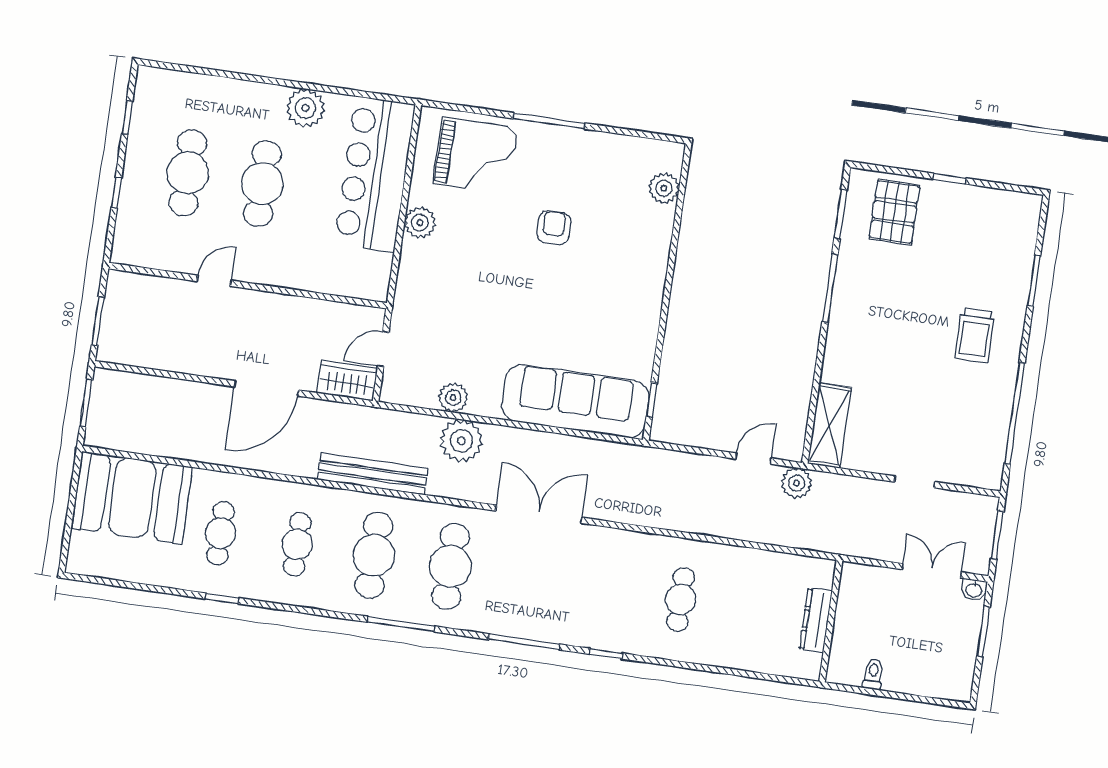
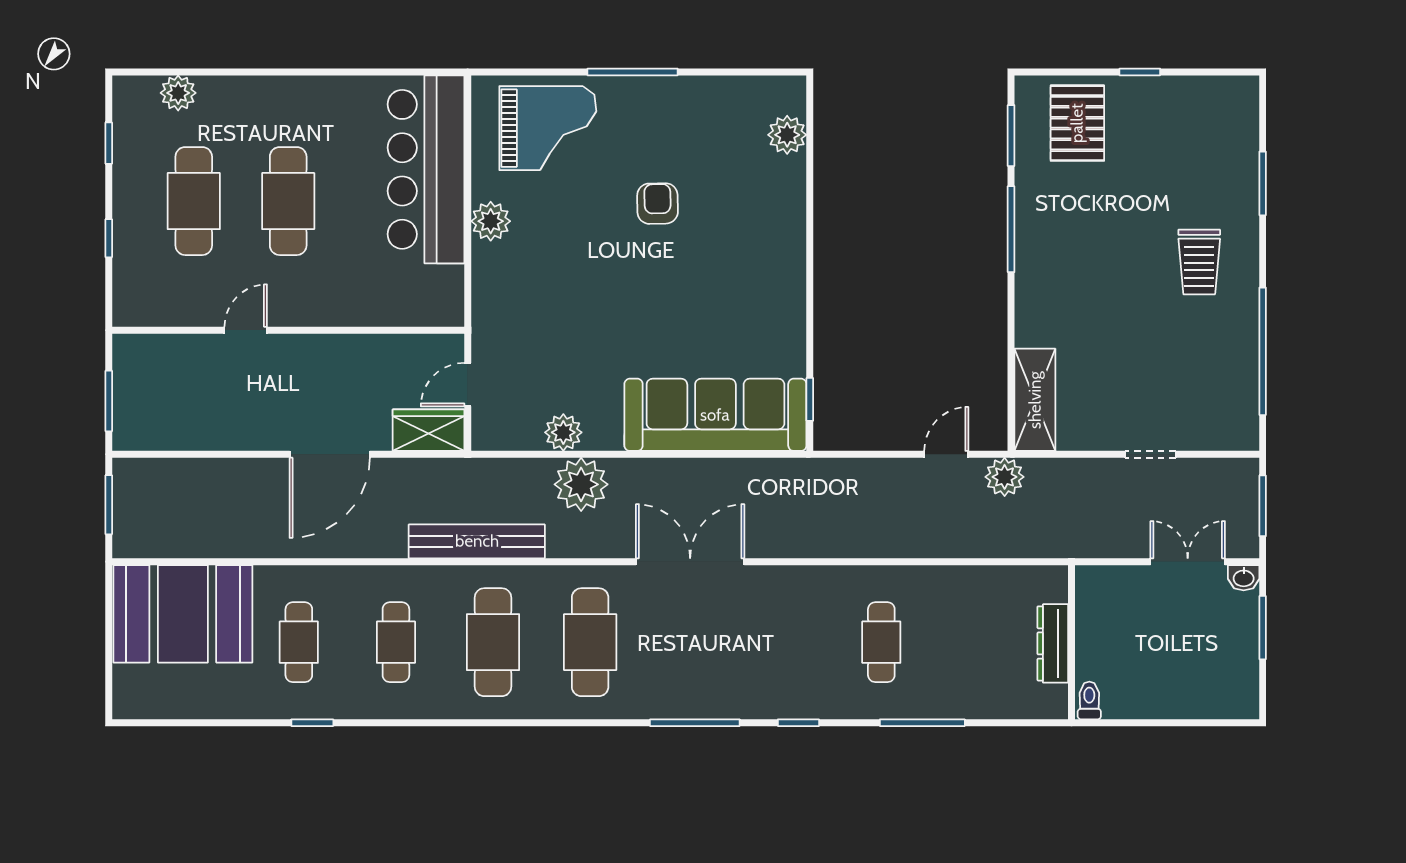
plant: (306, 108) -> (178, 93), moved, width x0.73, depth x0.73
window: (401, 624) -> (922, 723), moved
toilet: (873, 674) -> (1089, 700), moved

